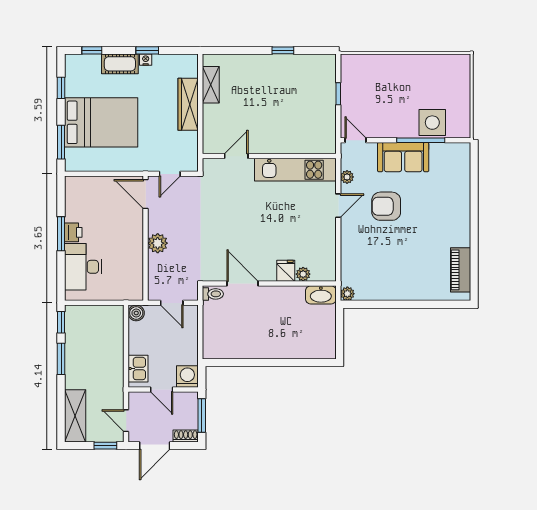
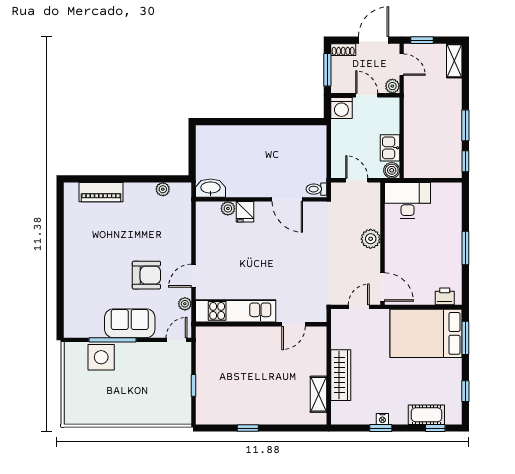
cot: (120, 64) -> (426, 415), moved
bed: (101, 122) -> (426, 333), moved
door: (355, 140) -> (177, 340), swing flipped
printer: (73, 232) -> (445, 296), moved, turned 90
desk: (83, 267) -> (408, 200), moved, turned -90
piano: (461, 270) -> (101, 192), moved, turned 90
plant: (347, 294) -> (163, 189), moved
kitchen sink: (138, 369) -> (390, 148), moved
plant: (135, 399) -> (392, 86), added
shelving: (75, 416) -> (454, 61), width x0.67, depth x0.75

